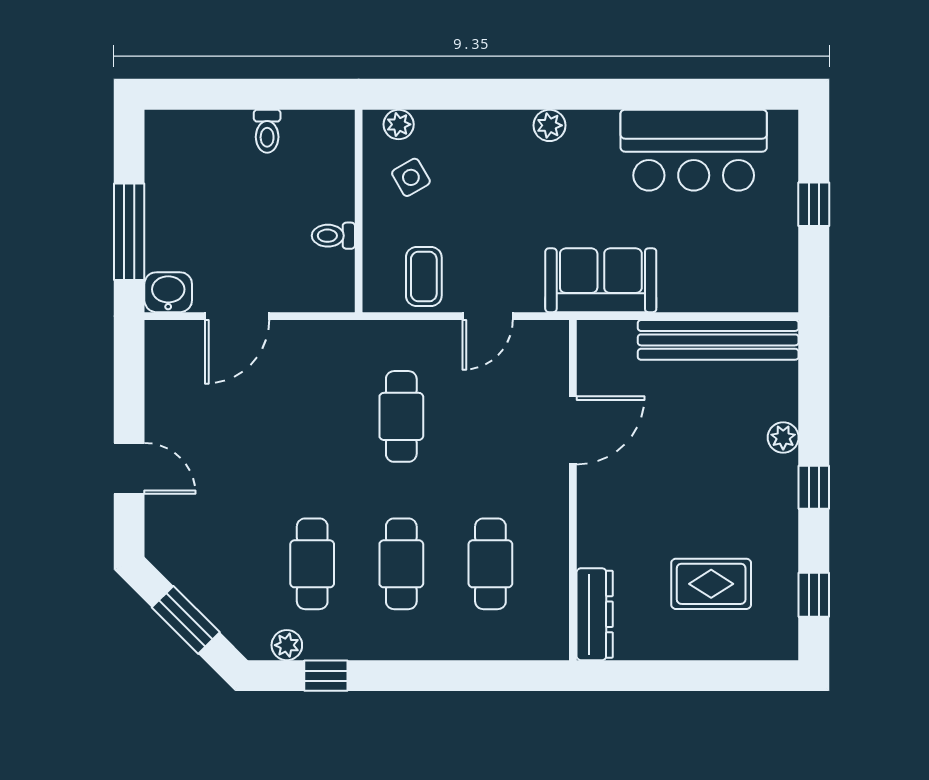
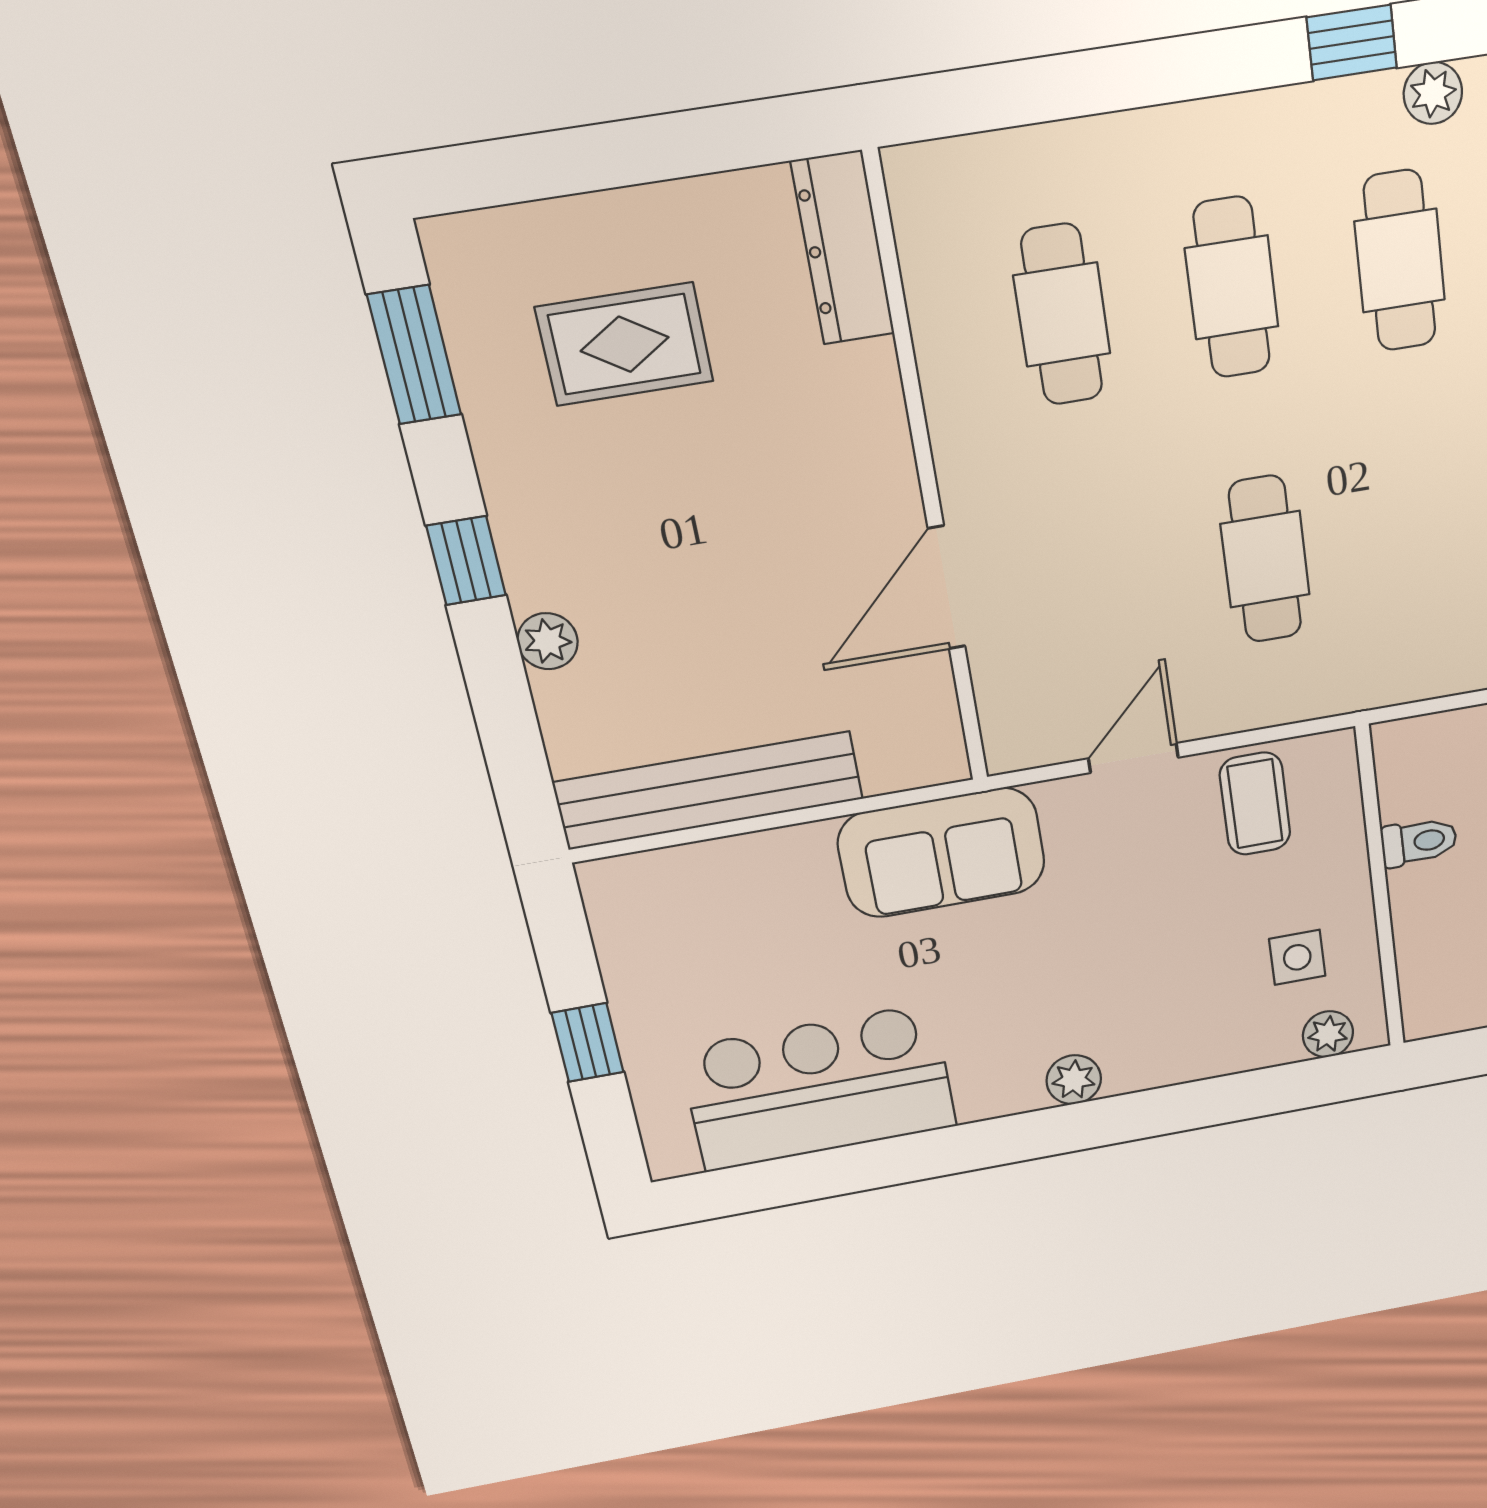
side table: (411, 177) -> (1297, 957), turned 30
window: (814, 595) -> (414, 355), width x1.50

